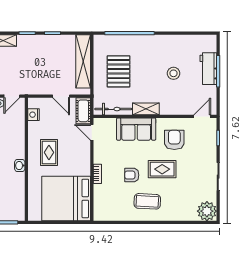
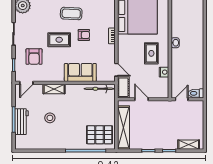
pallet: (118, 71) -> (100, 135), moved, turned 90
shelving: (146, 109) -> (54, 89), moved
nightstand: (33, 115) -> (164, 72), moved
armchair: (174, 140) -> (34, 57), moved

